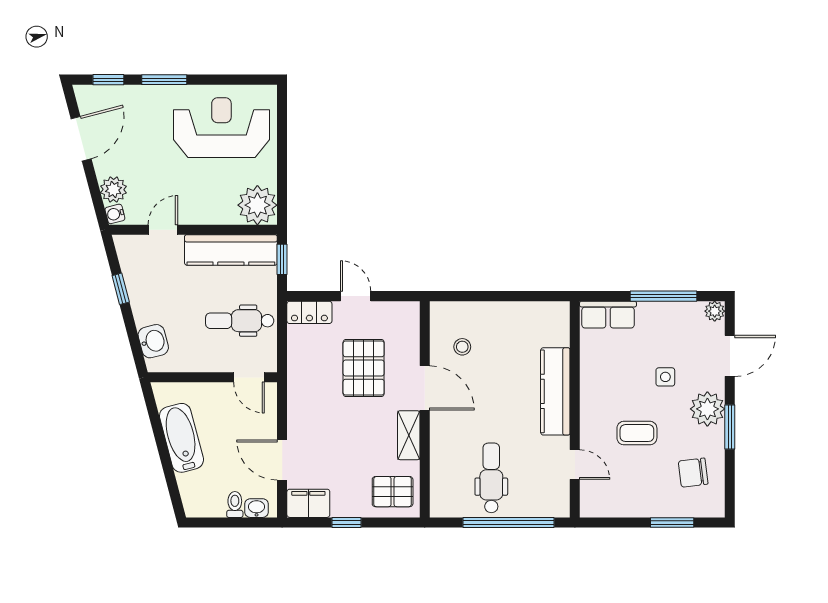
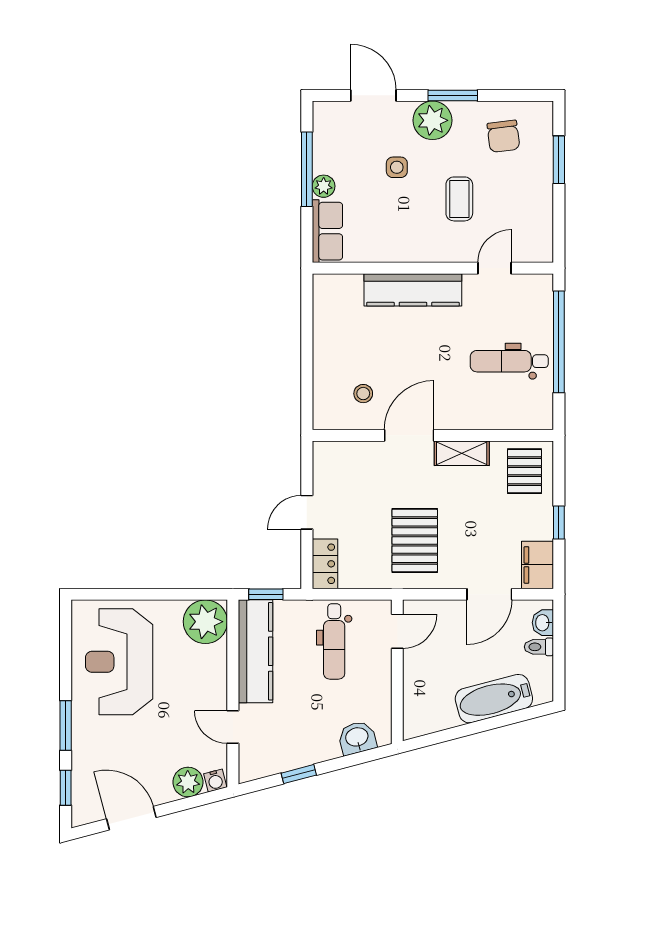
plant: (715, 311) -> (324, 186), moved
pallet: (364, 368) -> (415, 541), moved, turned 90
bathtub: (181, 438) -> (494, 699), moved

